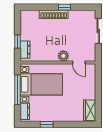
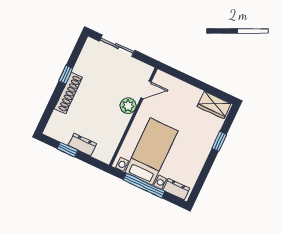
window: (17, 41) -> (67, 150), moved
dresser: (25, 50) -> (82, 145), moved
window: (47, 124) -> (219, 141), moved

